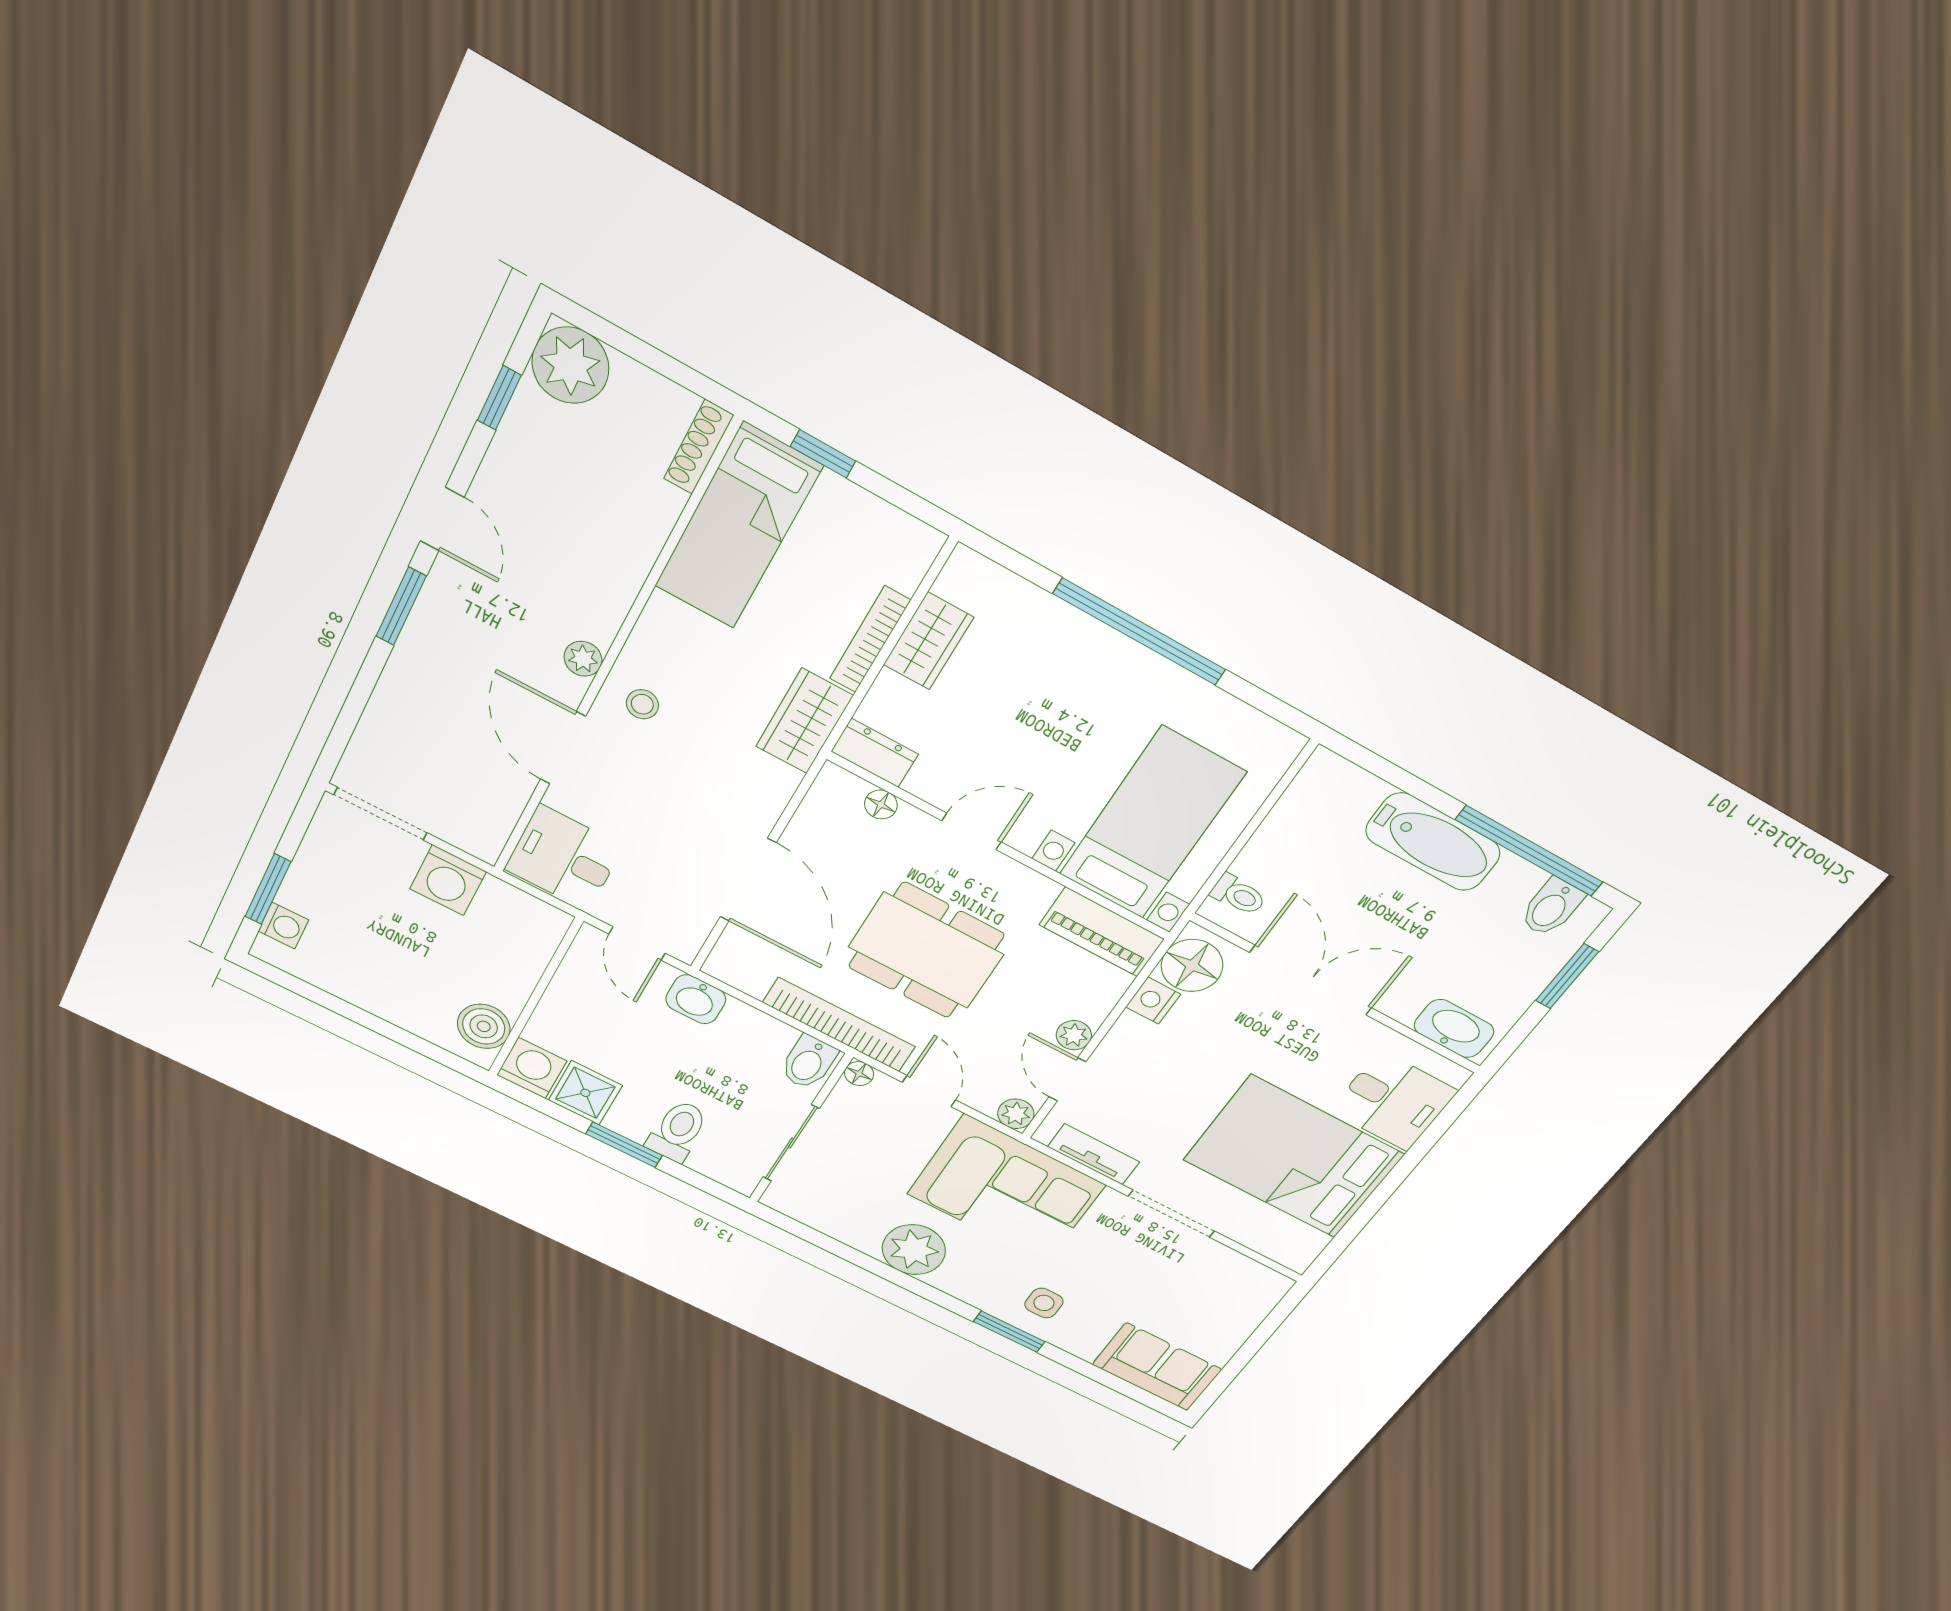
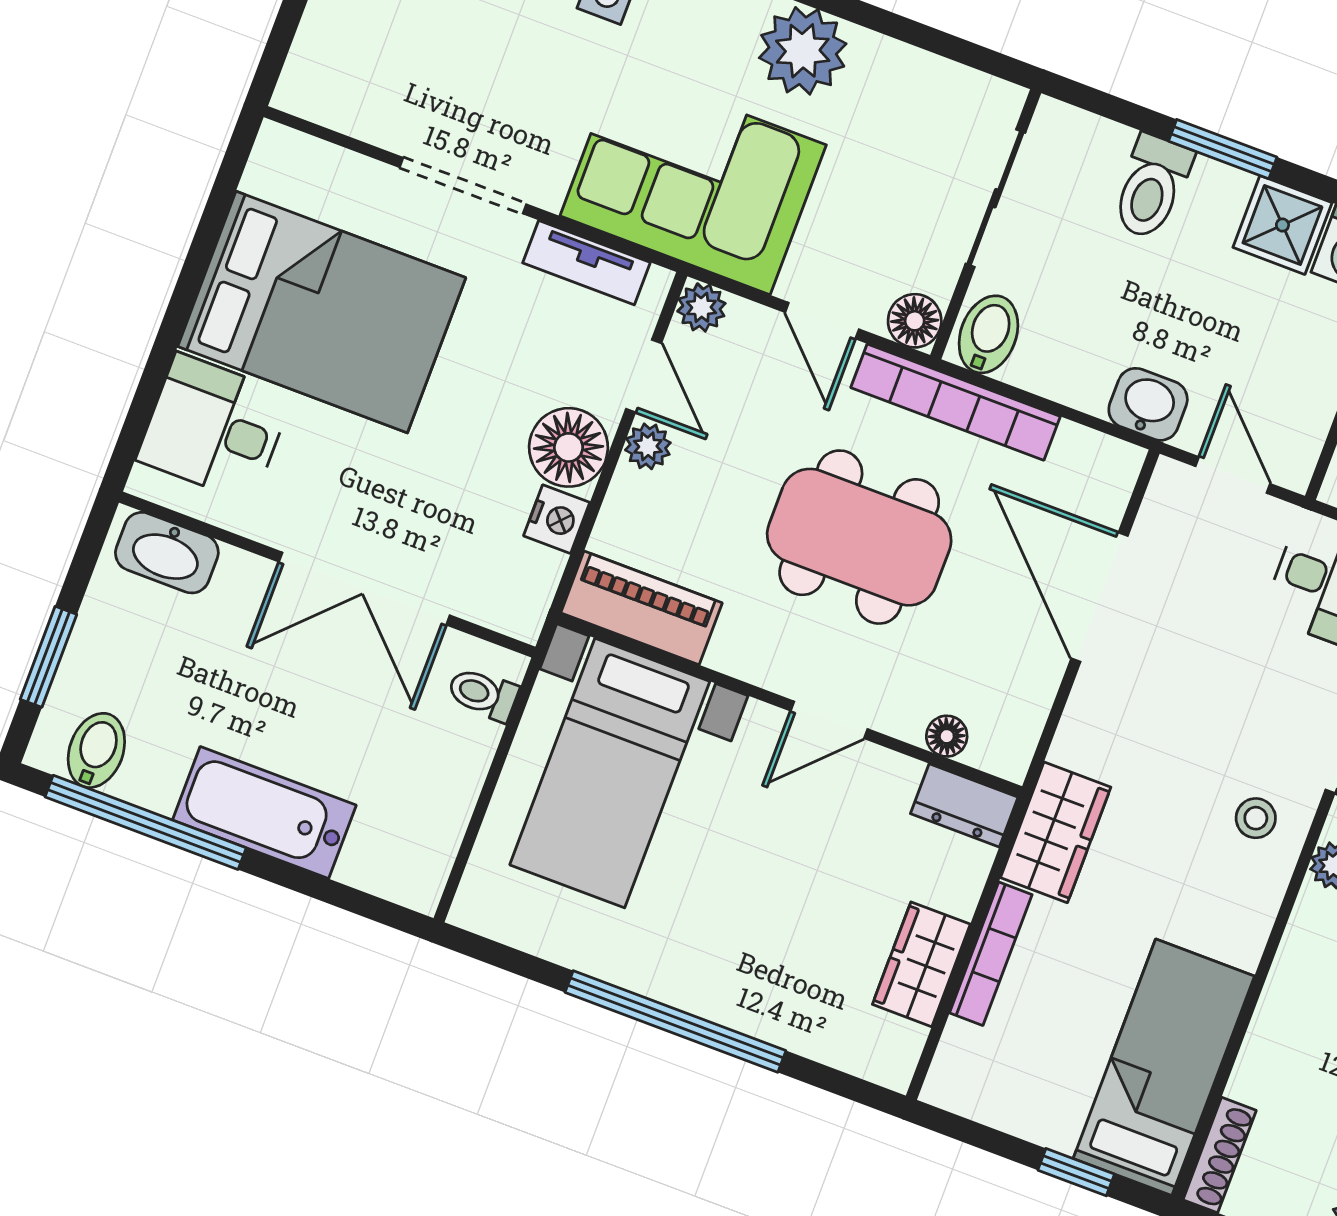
floor lamp: (1192, 966) -> (568, 447), moved
floor lamp: (859, 1074) -> (915, 321), width x1.37, depth x1.37

